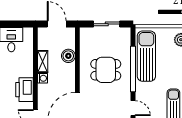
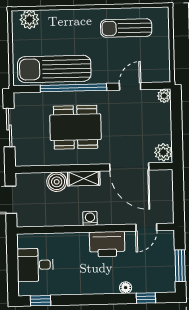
shelving: (43, 61) -> (84, 179), moved
dining table: (106, 70) -> (76, 127), width x1.38

